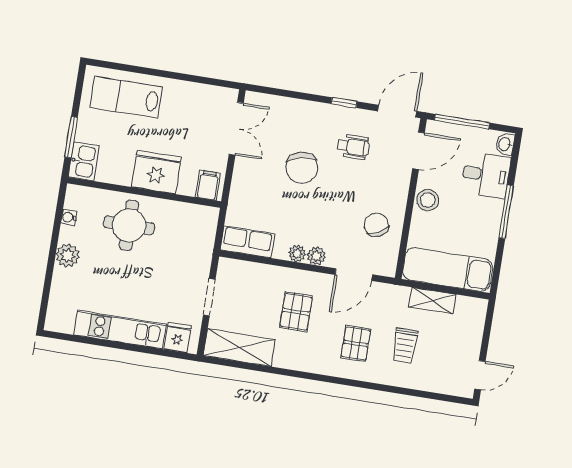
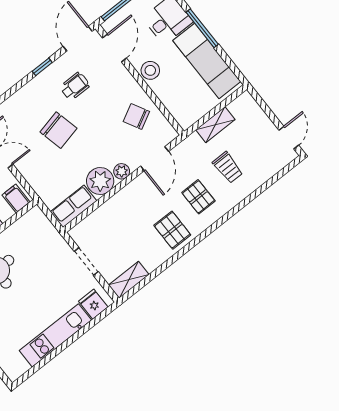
plant: (297, 254) -> (100, 181), width x1.87, depth x1.87
exam couch: (448, 270) -> (207, 61), moved, turned -90
pallet: (296, 312) -> (172, 230), moved
shelving: (239, 347) -> (129, 280), width x0.67, depth x0.75

